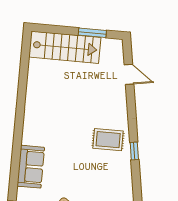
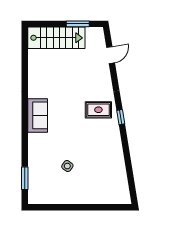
door: (129, 74) -> (111, 55), hinge flipped
sofa: (31, 167) -> (38, 115), moved

